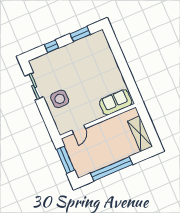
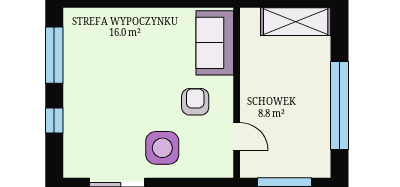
window: (80, 34) -> (54, 55), width x1.44
armchair: (86, 105) -> (195, 102), added

